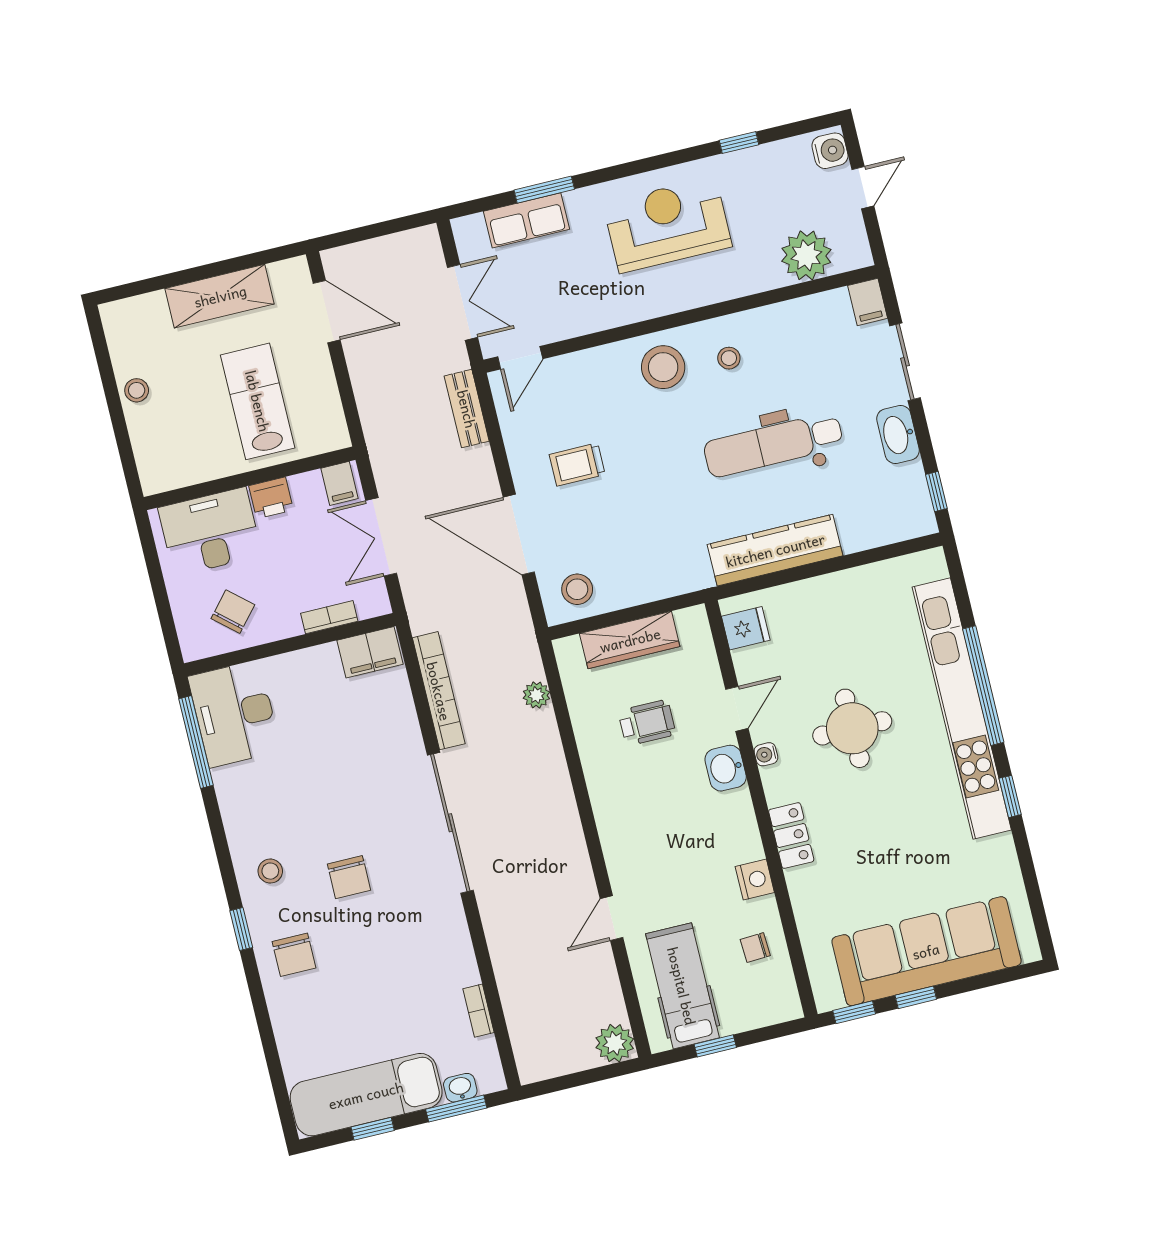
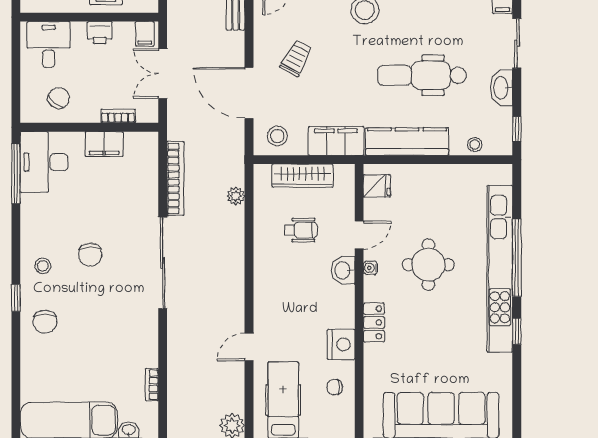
stool: (729, 358) -> (475, 144), moved
trolley: (577, 464) -> (296, 58), turned 118
desk: (210, 532) -> (49, 44), width x0.73
filing cabinet: (668, 575) -> (336, 141), added
filing cabinet: (370, 652) -> (104, 144), moved
chair: (349, 877) -> (90, 255), moved
nightstand: (755, 880) -> (341, 344), width x1.36, depth x1.33

